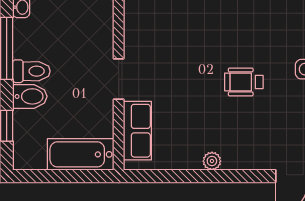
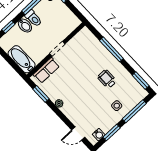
wheelchair: (244, 82) -> (107, 79), moved
window: (168, 176) -> (41, 94), added

